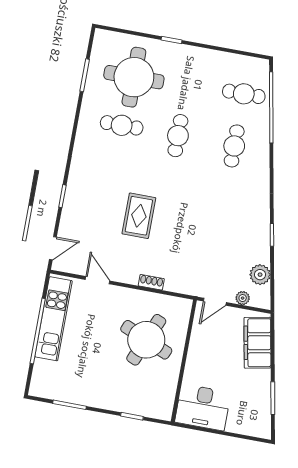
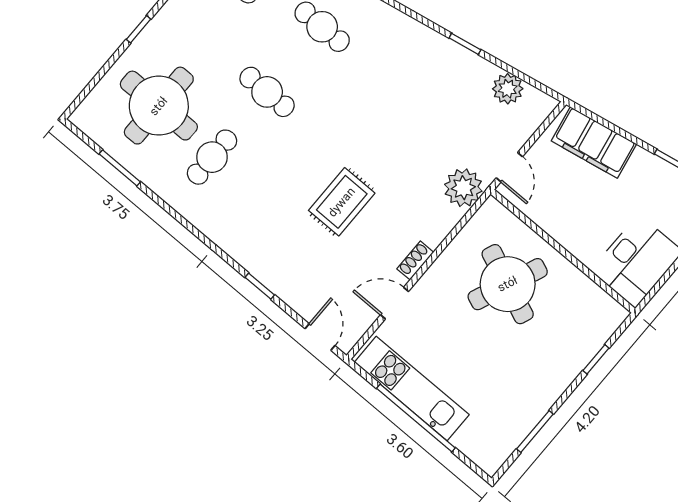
rug: (139, 216) -> (342, 202), turned 90
shoe rack: (151, 282) -> (415, 261), moved
plant: (243, 298) -> (463, 188), moved, width x1.88, depth x1.88

